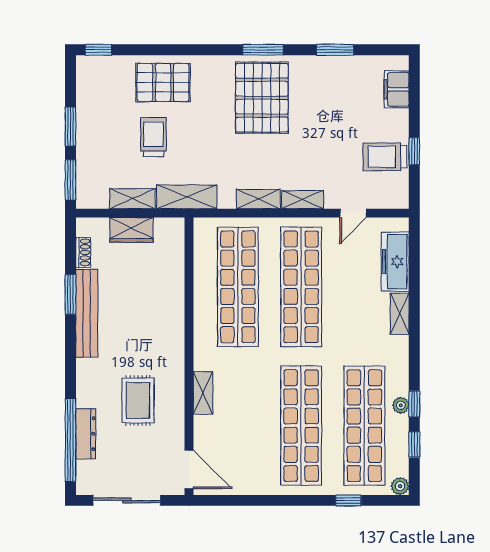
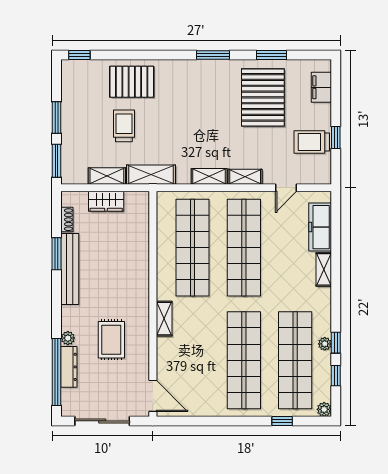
pallet: (262, 98) -> (263, 97), moved
shelving: (203, 393) -> (164, 319), moved
plant: (84, 398) -> (68, 338), added

